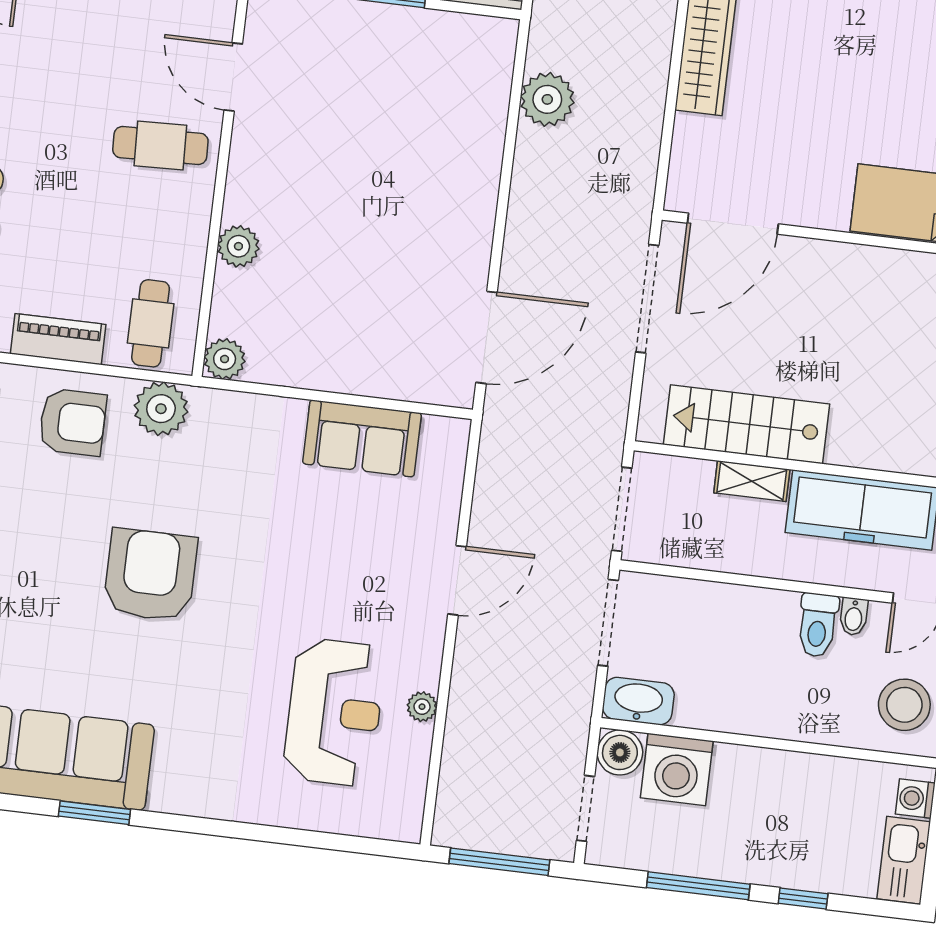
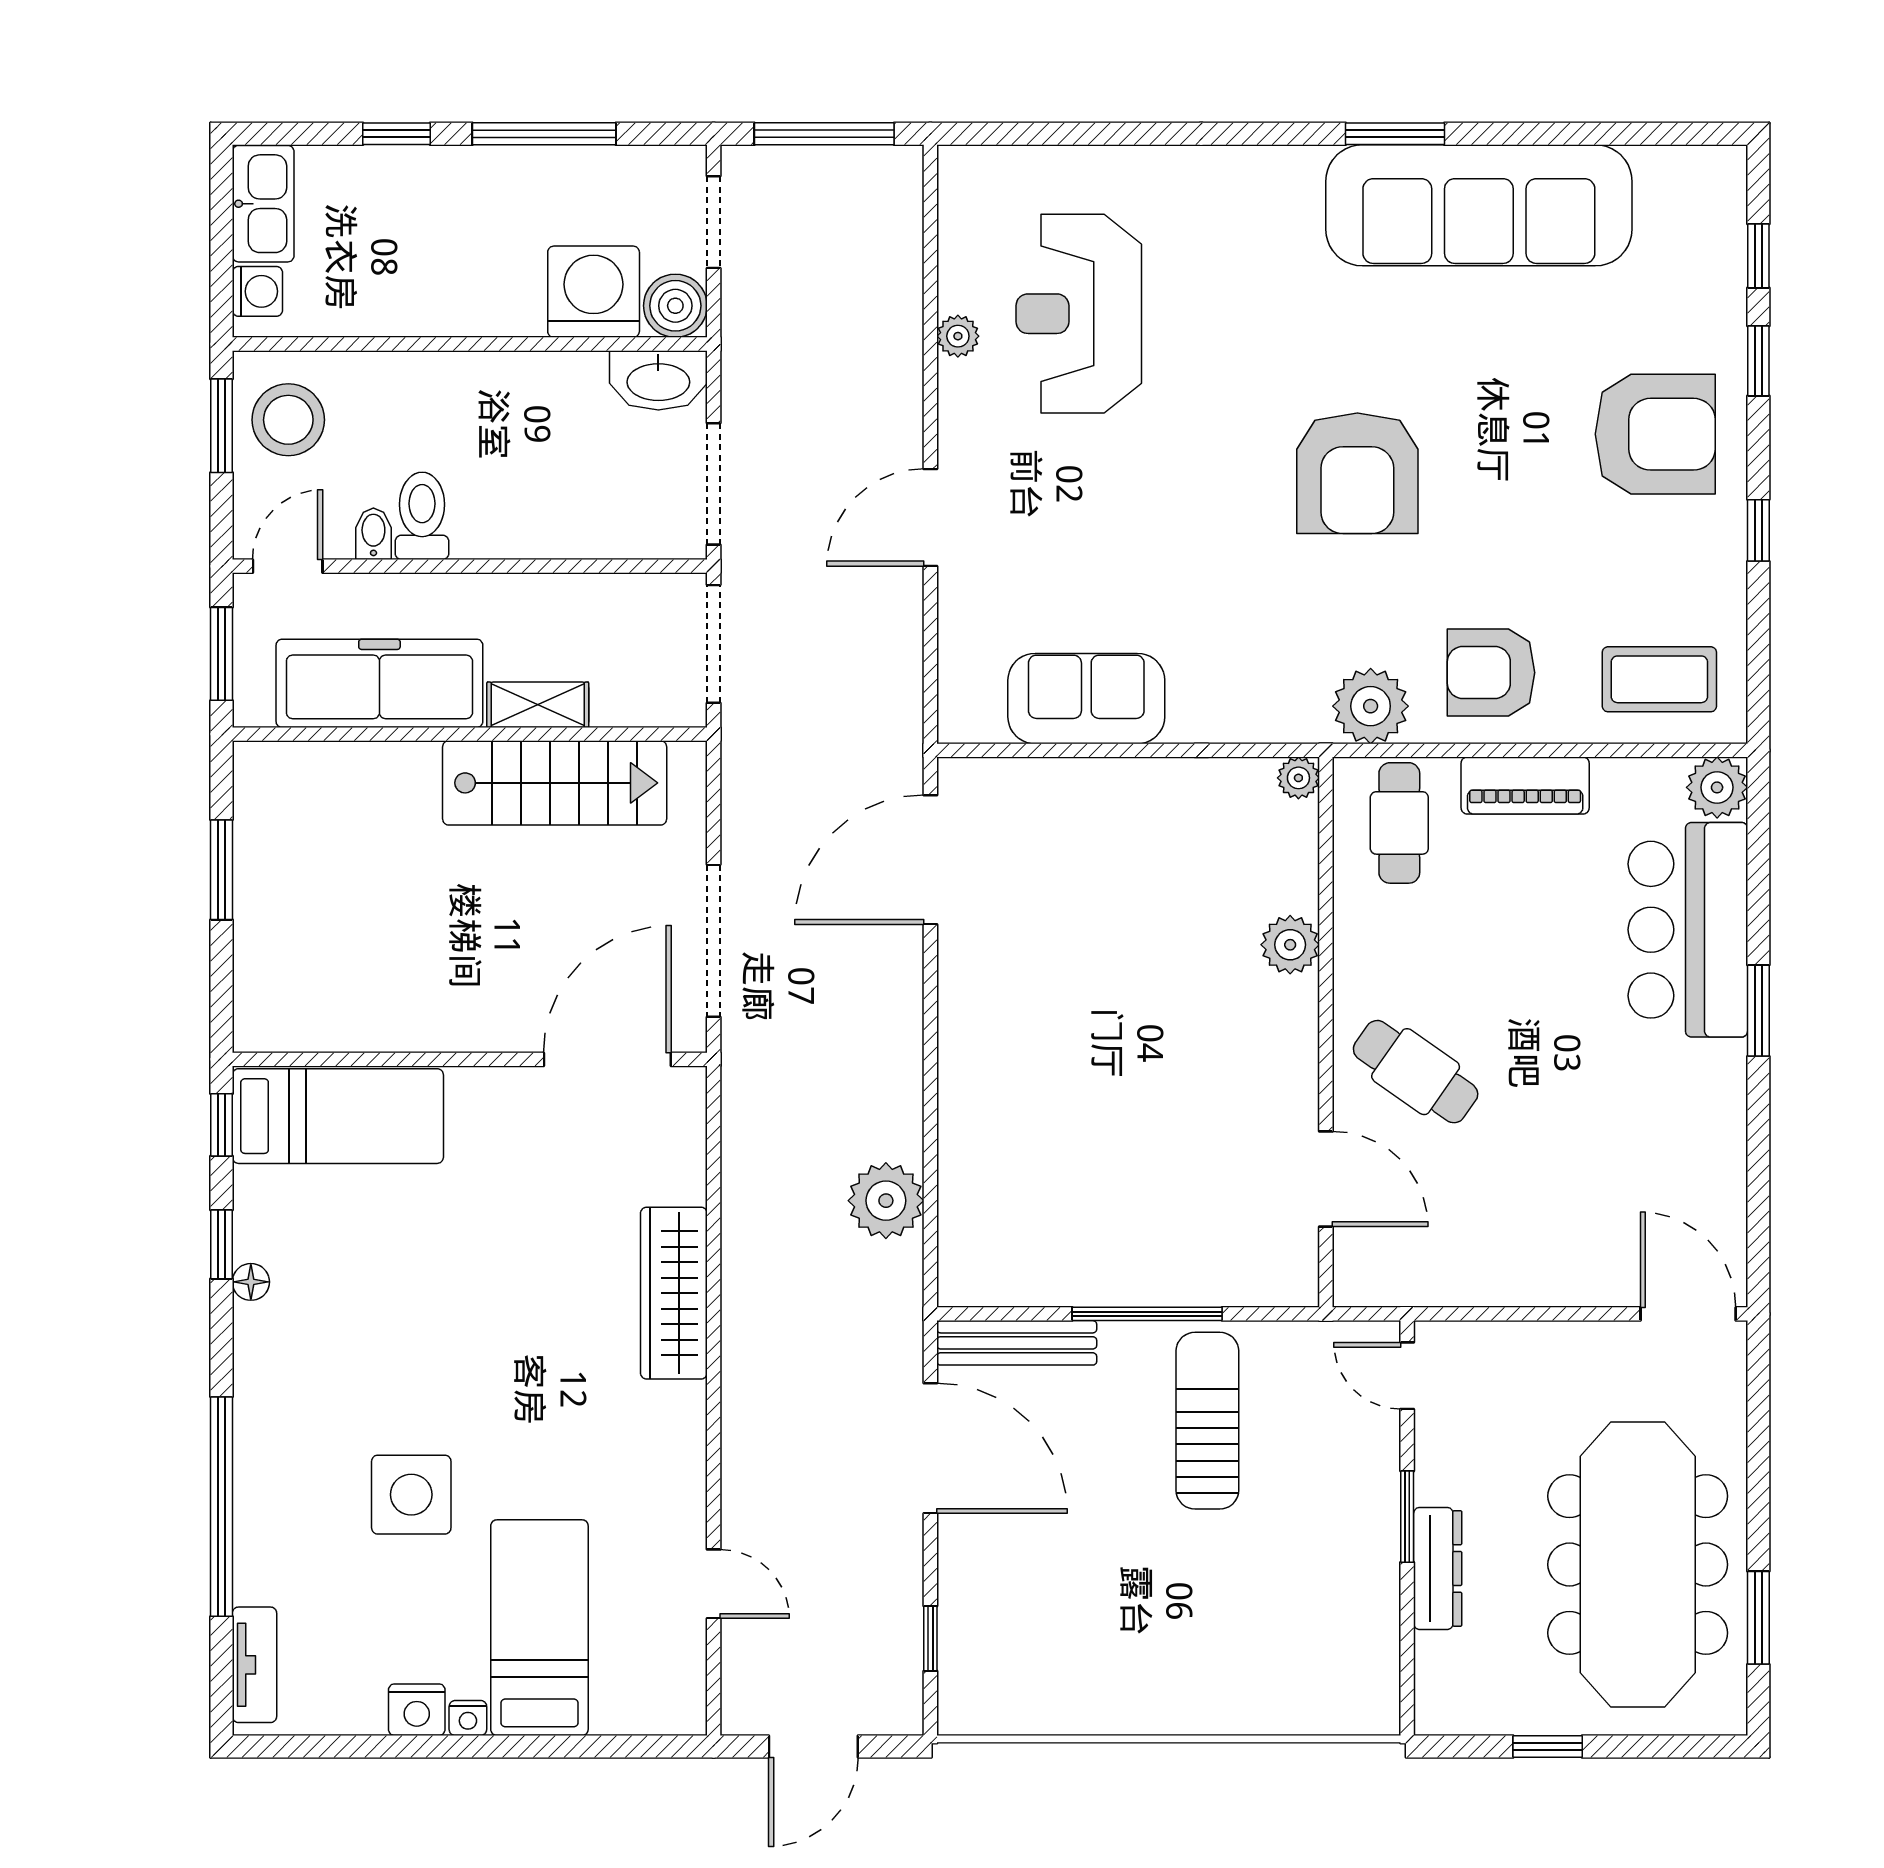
cafe table: (160, 145) -> (1416, 1072), turned 37
plant: (225, 359) -> (1298, 778), width x0.73, depth x0.73

